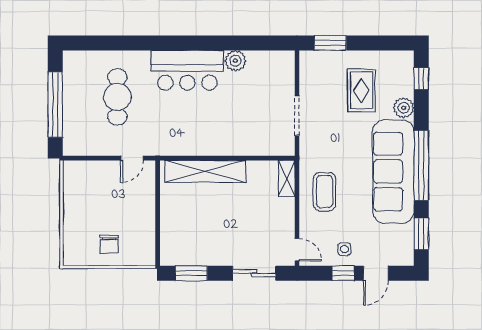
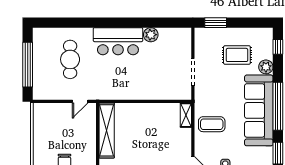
rug: (361, 90) -> (237, 55), turned 90
shelving: (205, 171) -> (107, 130), moved, turned 90
coffee table: (325, 192) -> (212, 124), turned 90

